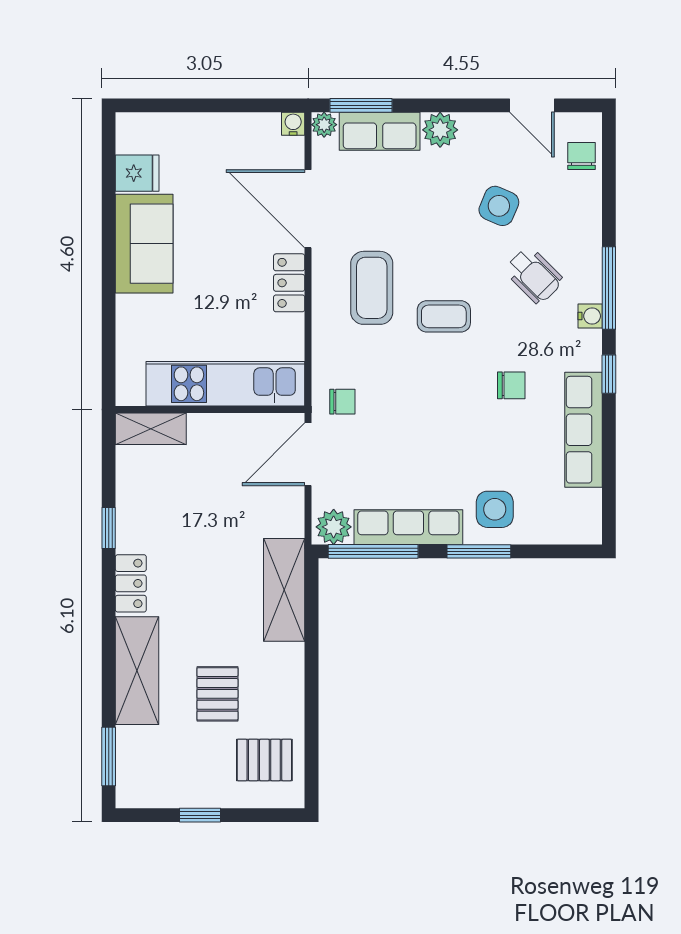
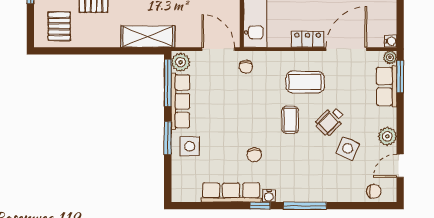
plant: (440, 130) -> (387, 136), moved
wheelchair: (534, 275) -> (330, 121), moved
water cooler: (590, 316) -> (269, 196), moved

